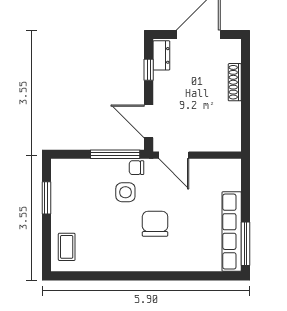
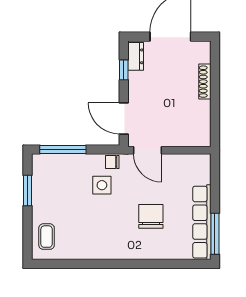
window: (115, 154) -> (63, 149), moved
chair: (155, 224) -> (151, 216), moved

